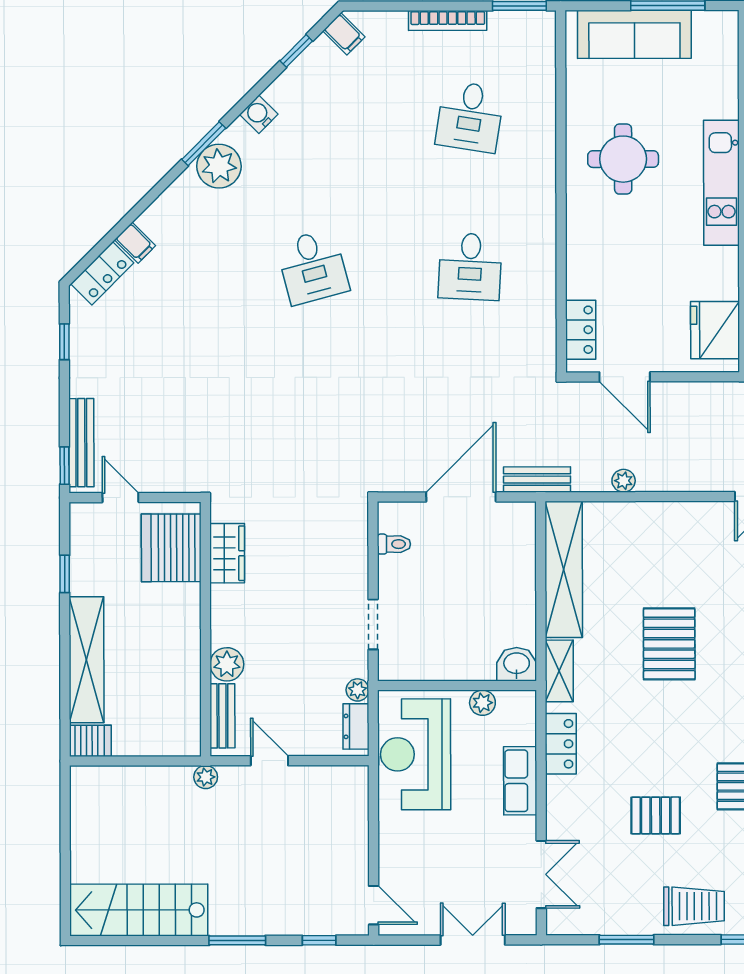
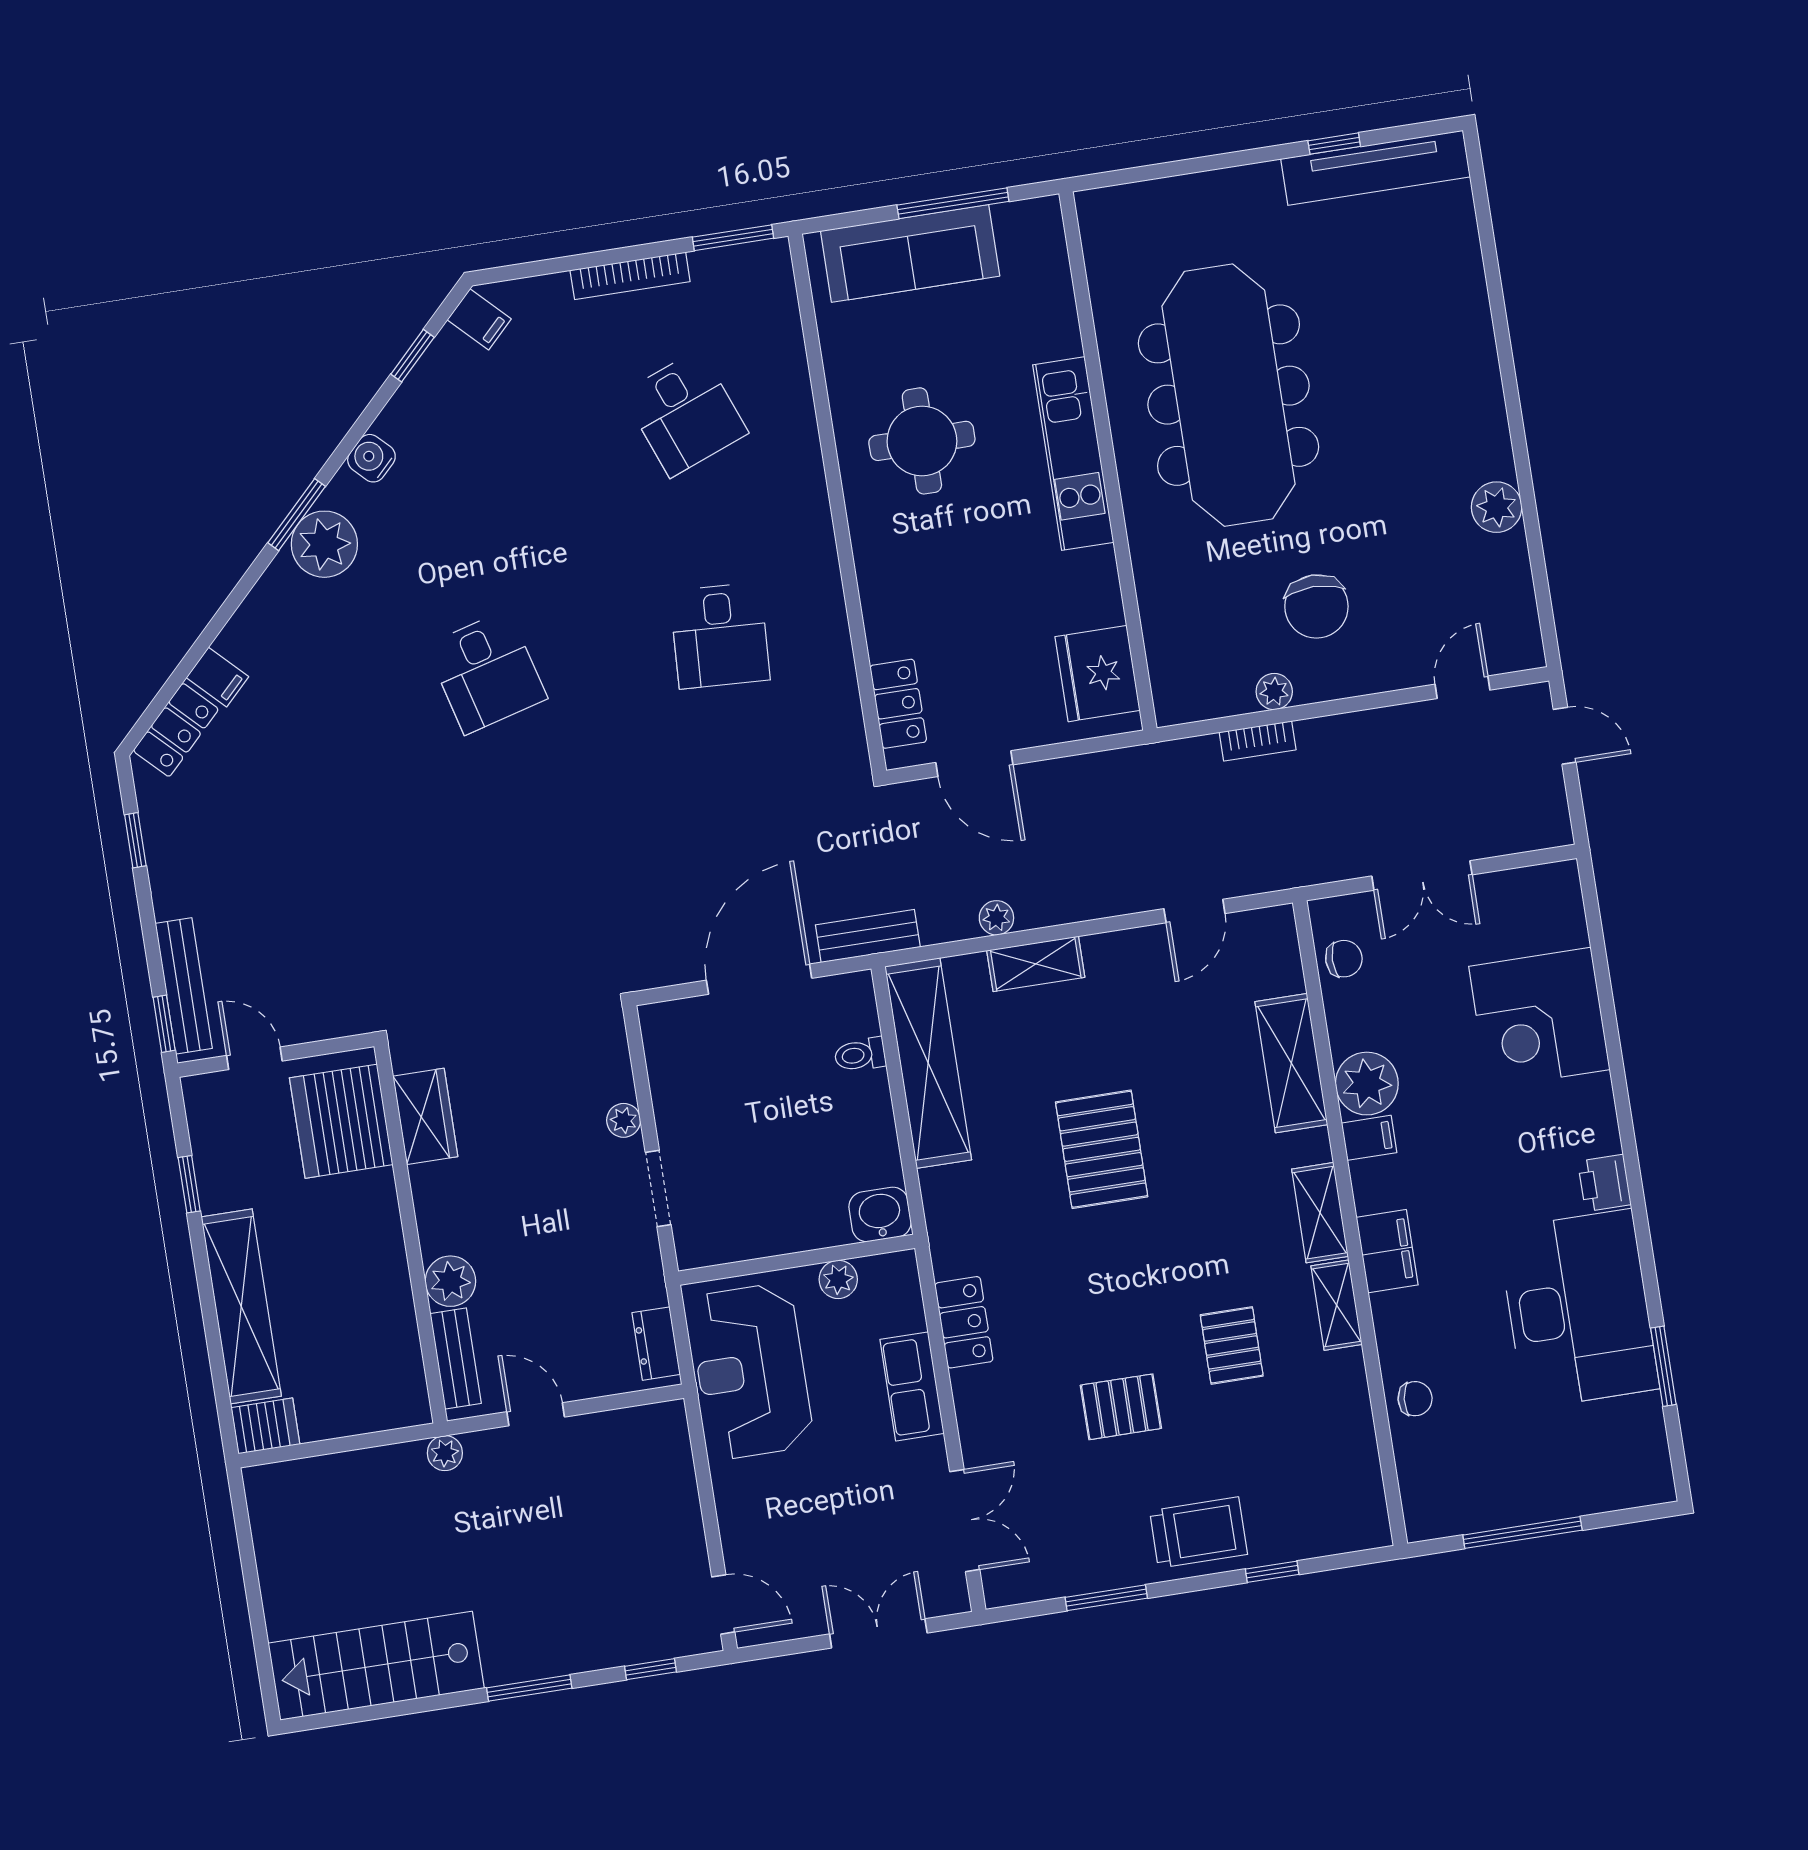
desk: (470, 117) -> (685, 413), turned -30
toilet: (394, 544) -> (860, 1055), moved, turned 180
shelving: (559, 671) -> (1036, 964), moved, turned 90
plant: (358, 690) -> (624, 1120), moved

